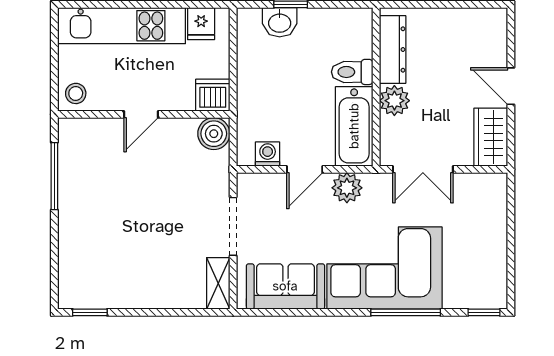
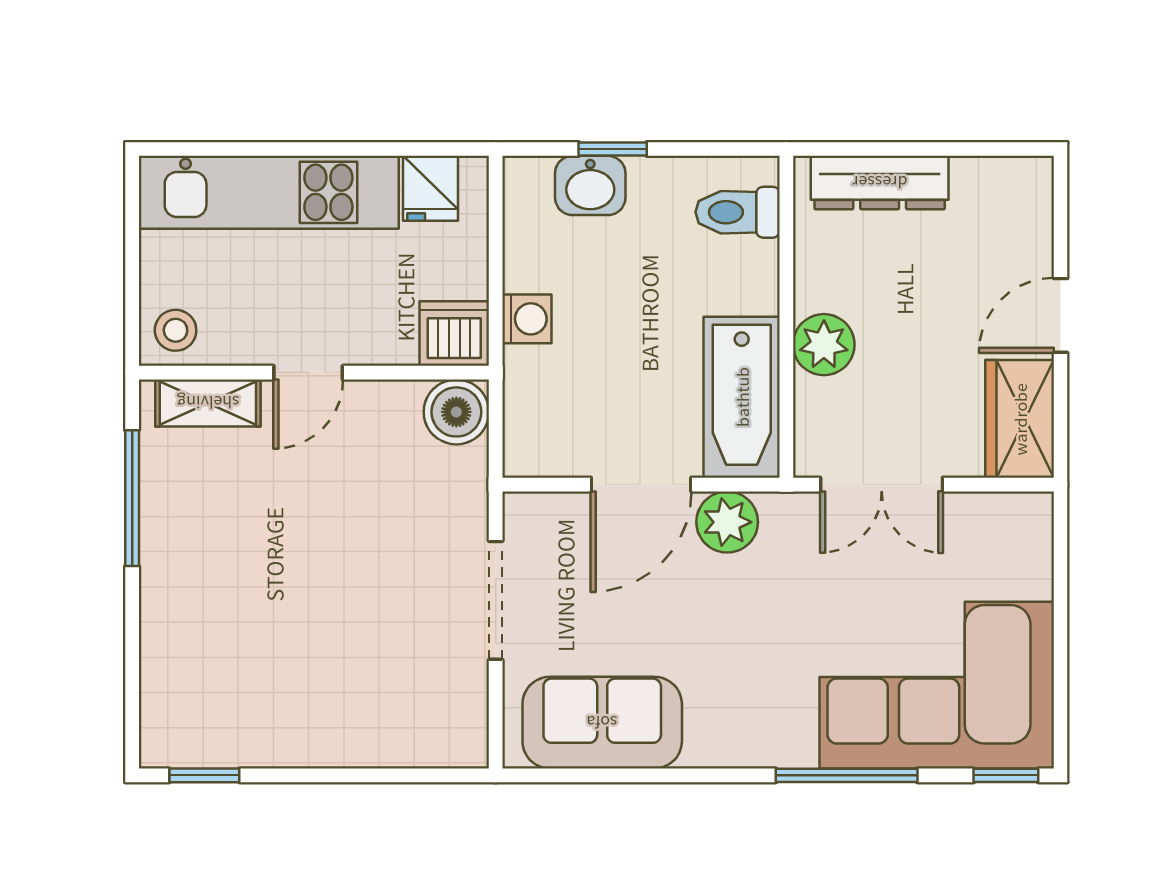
dresser: (393, 50) -> (880, 183), moved, turned 90
toilet: (352, 72) -> (738, 212), moved
door: (511, 86) -> (1060, 315), hinge flipped
washing machine: (268, 154) -> (527, 319), moved, turned 90
door: (305, 169) -> (641, 485), width x1.38
corner sofa: (384, 268) -> (937, 685), moved
shelving: (218, 283) -> (208, 403), moved, turned 90

